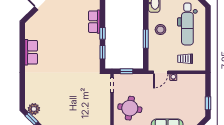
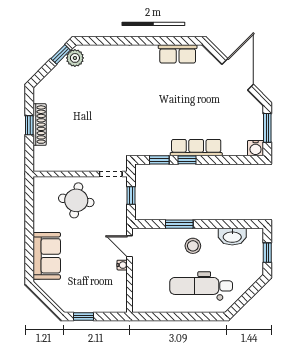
row of seats: (94, 22) -> (196, 148), width x1.48
row of seats: (31, 52) -> (178, 54), moved
trolley: (185, 59) -> (150, 283), removed

